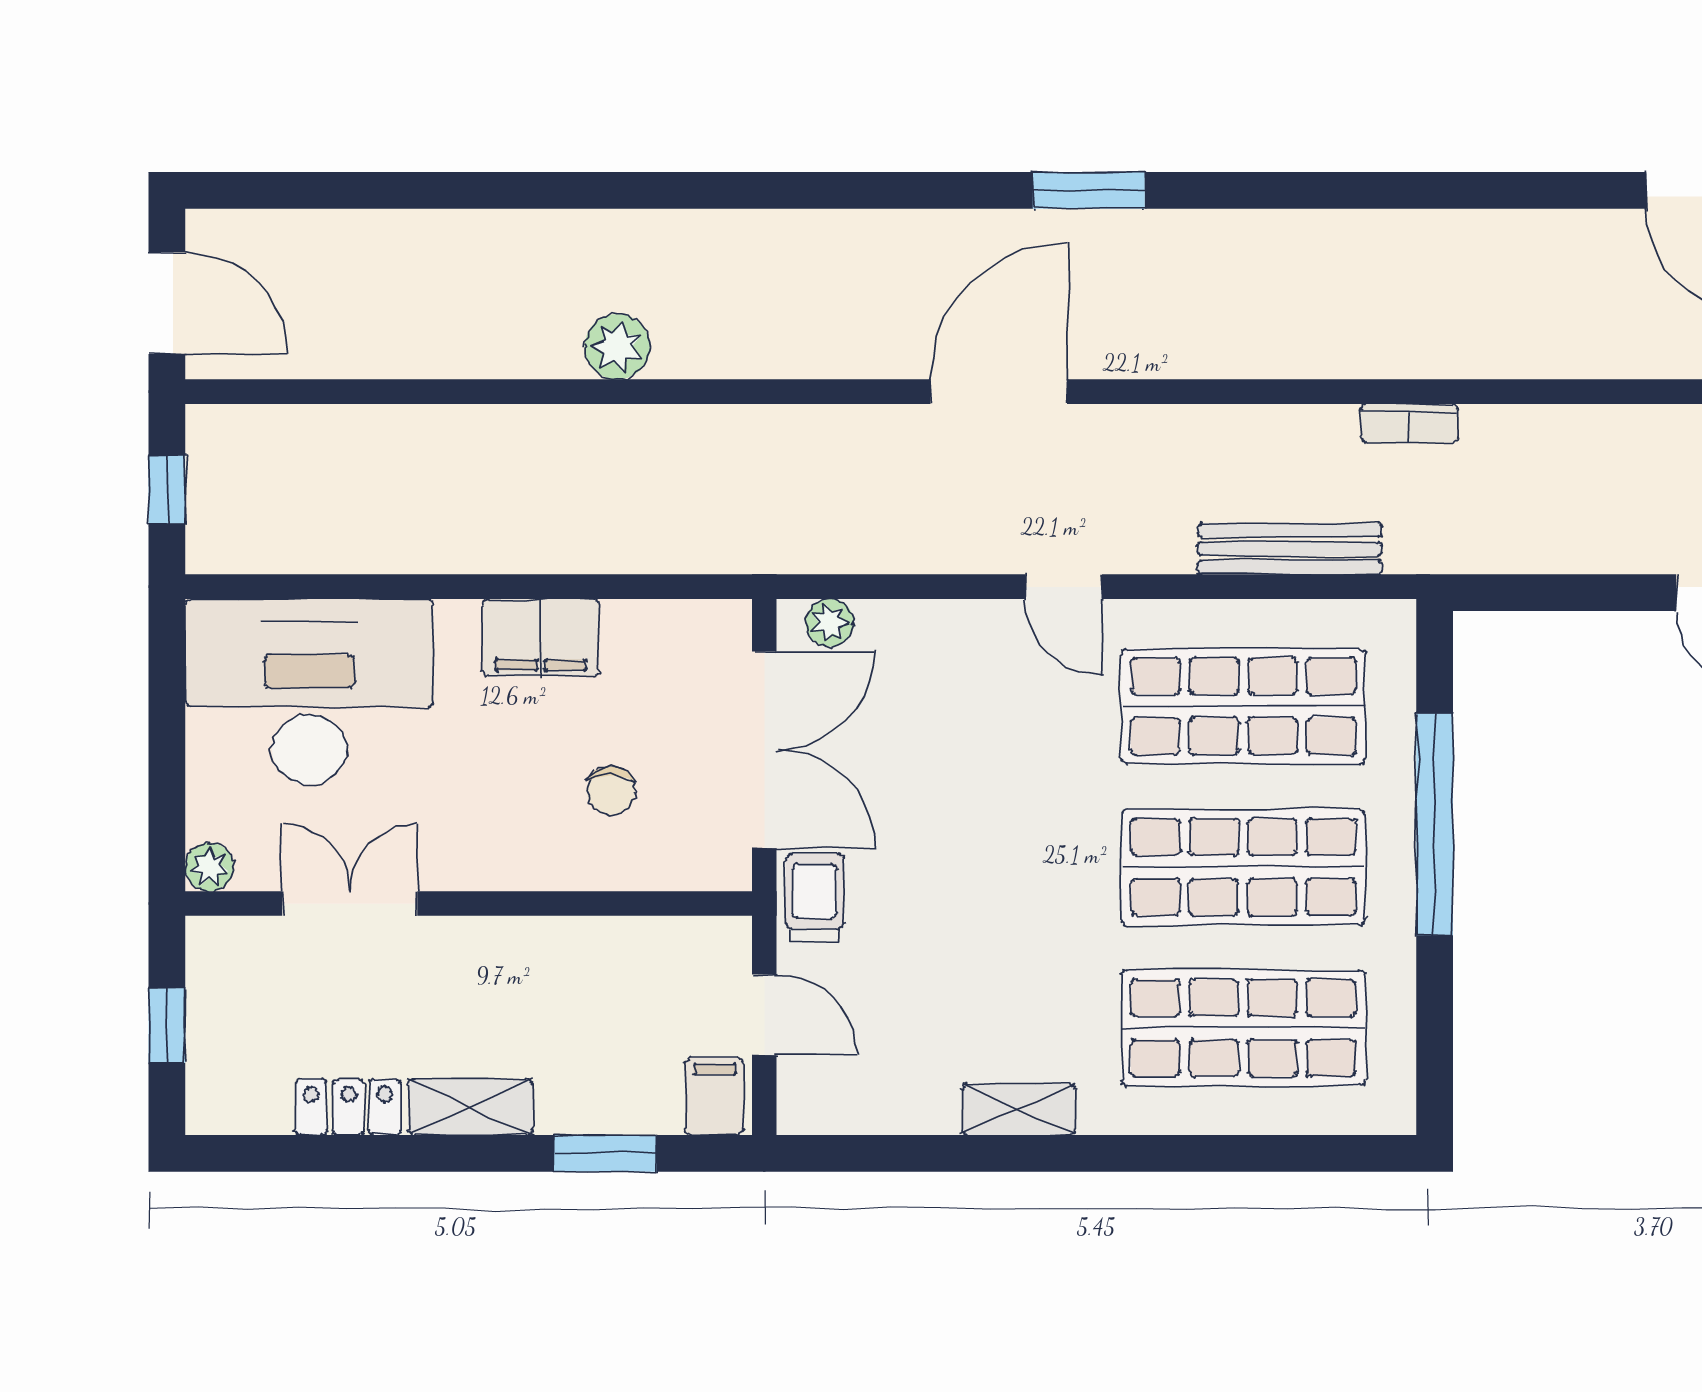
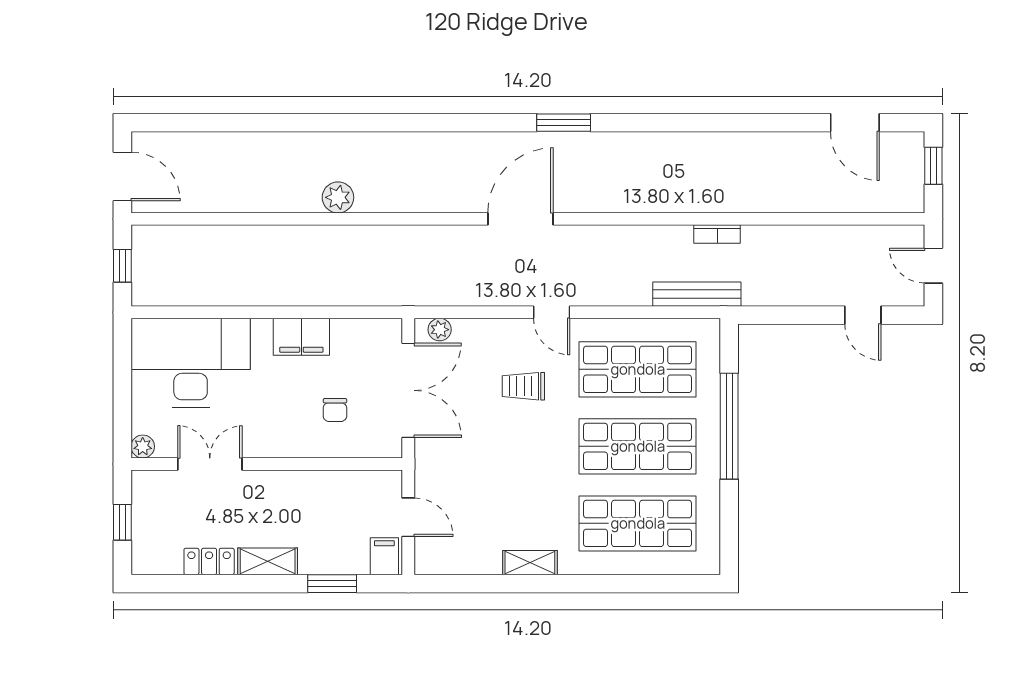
bench: (1290, 549) -> (697, 294), moved
trolley: (815, 897) -> (523, 386), moved, turned -90

